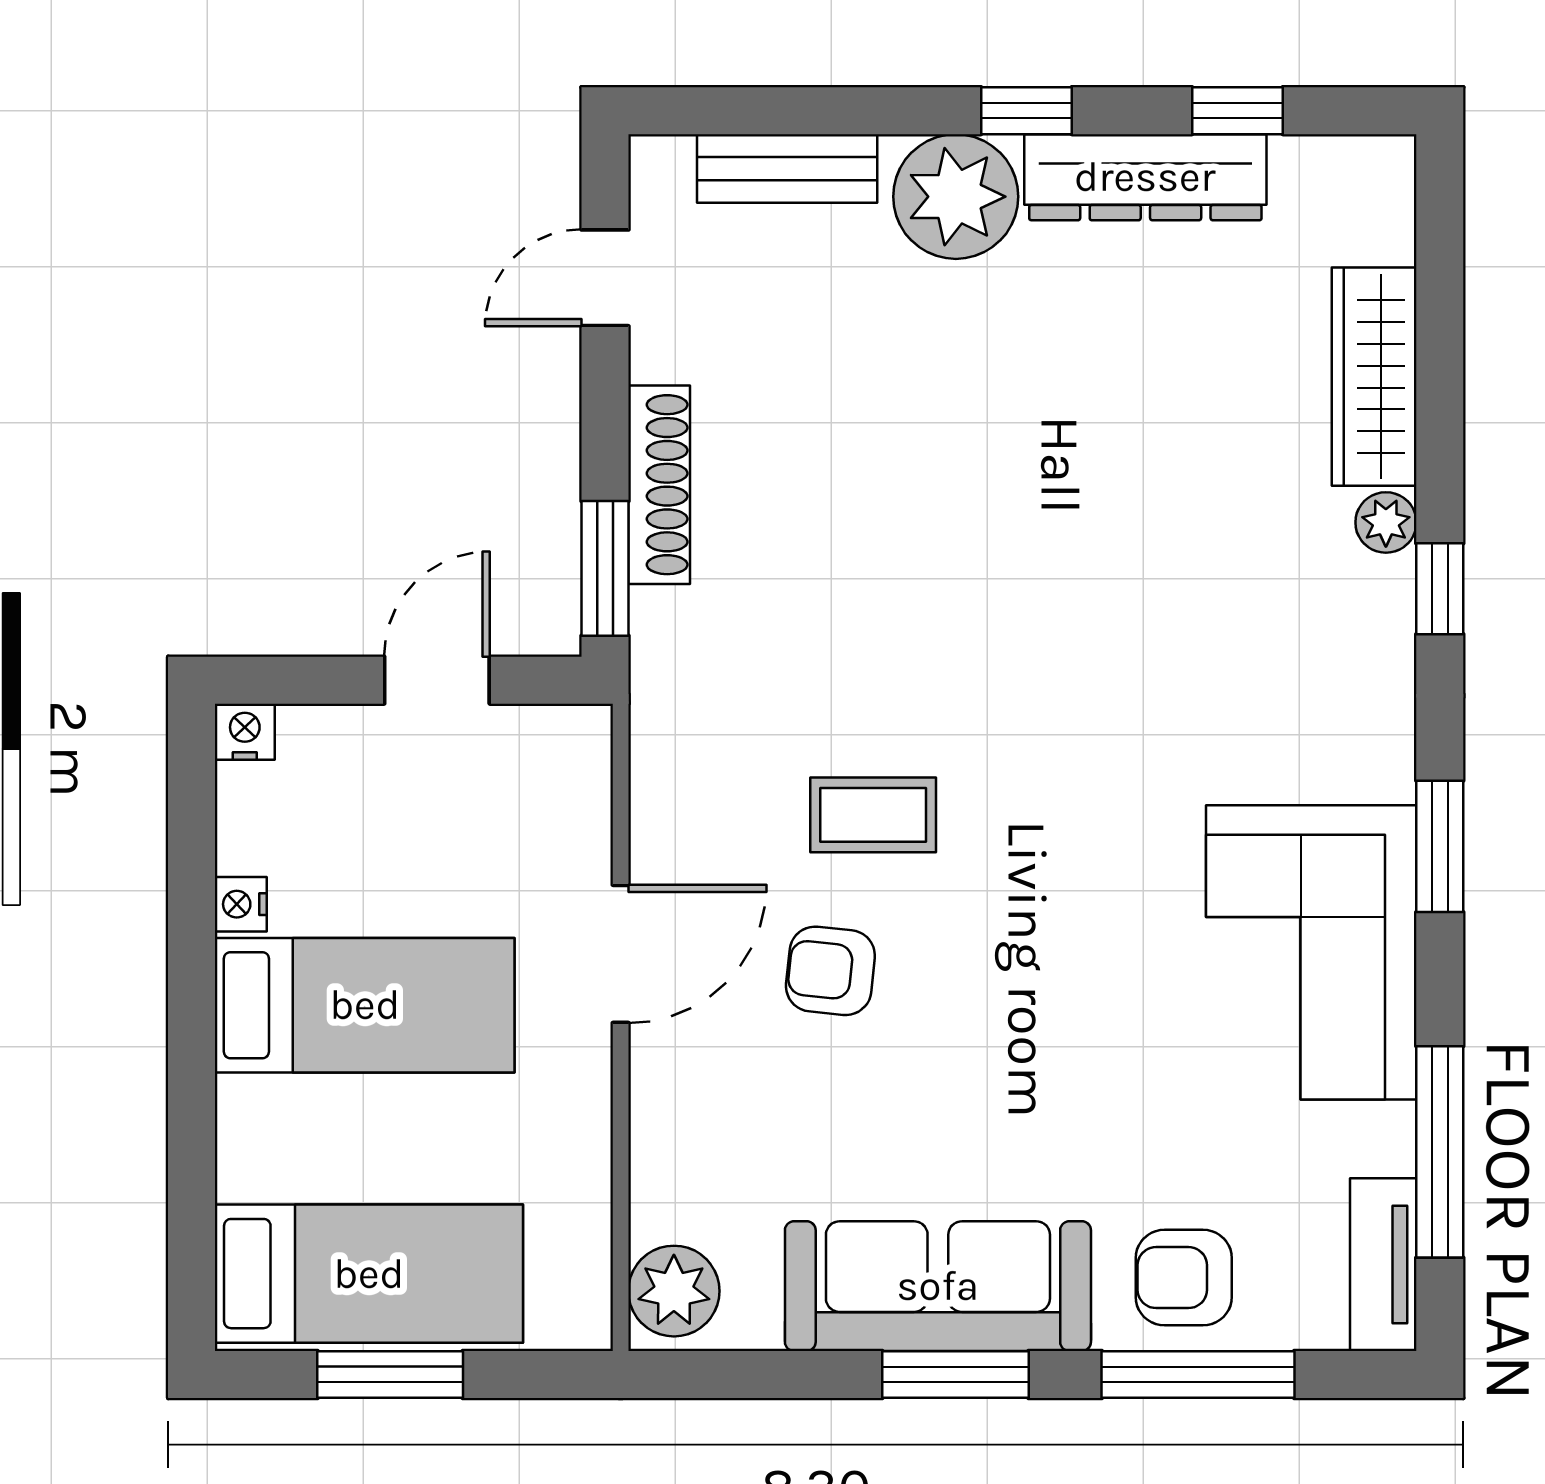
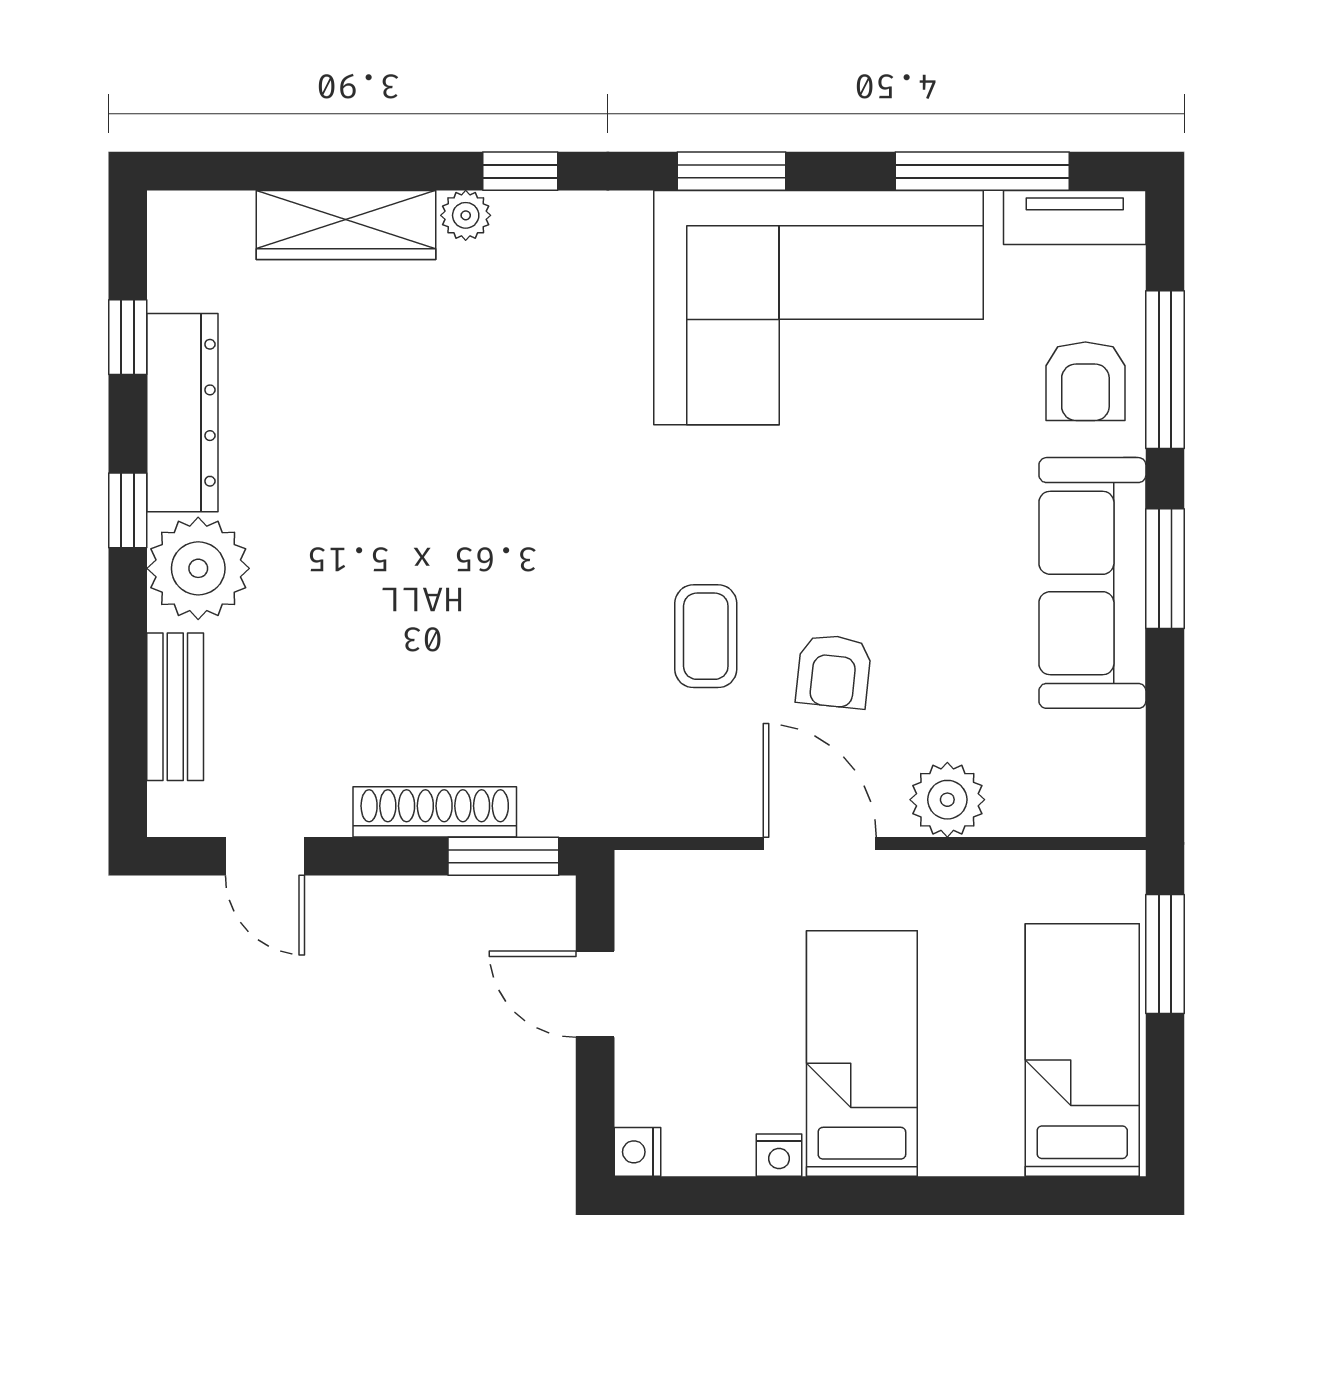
corner sofa: (1311, 952) -> (819, 308), width x1.36, depth x1.36
plant: (674, 1291) -> (947, 800), moved
window: (390, 1374) -> (1165, 954), moved

